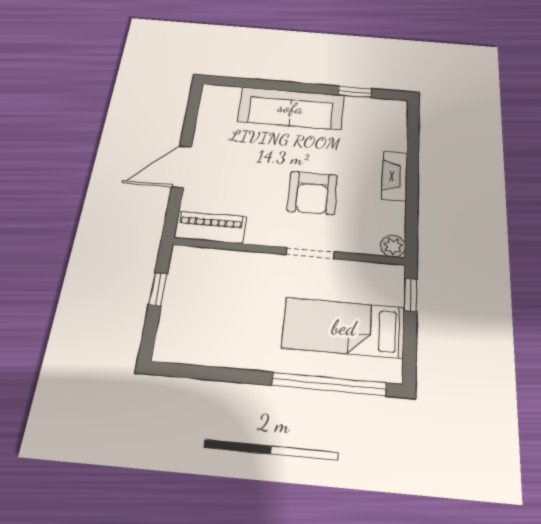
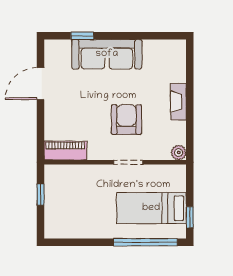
window: (355, 92) -> (82, 36), moved
door: (182, 167) -> (41, 84), moved
armchair: (312, 193) -> (126, 120), turned 180
window: (411, 295) -> (190, 217), moved

